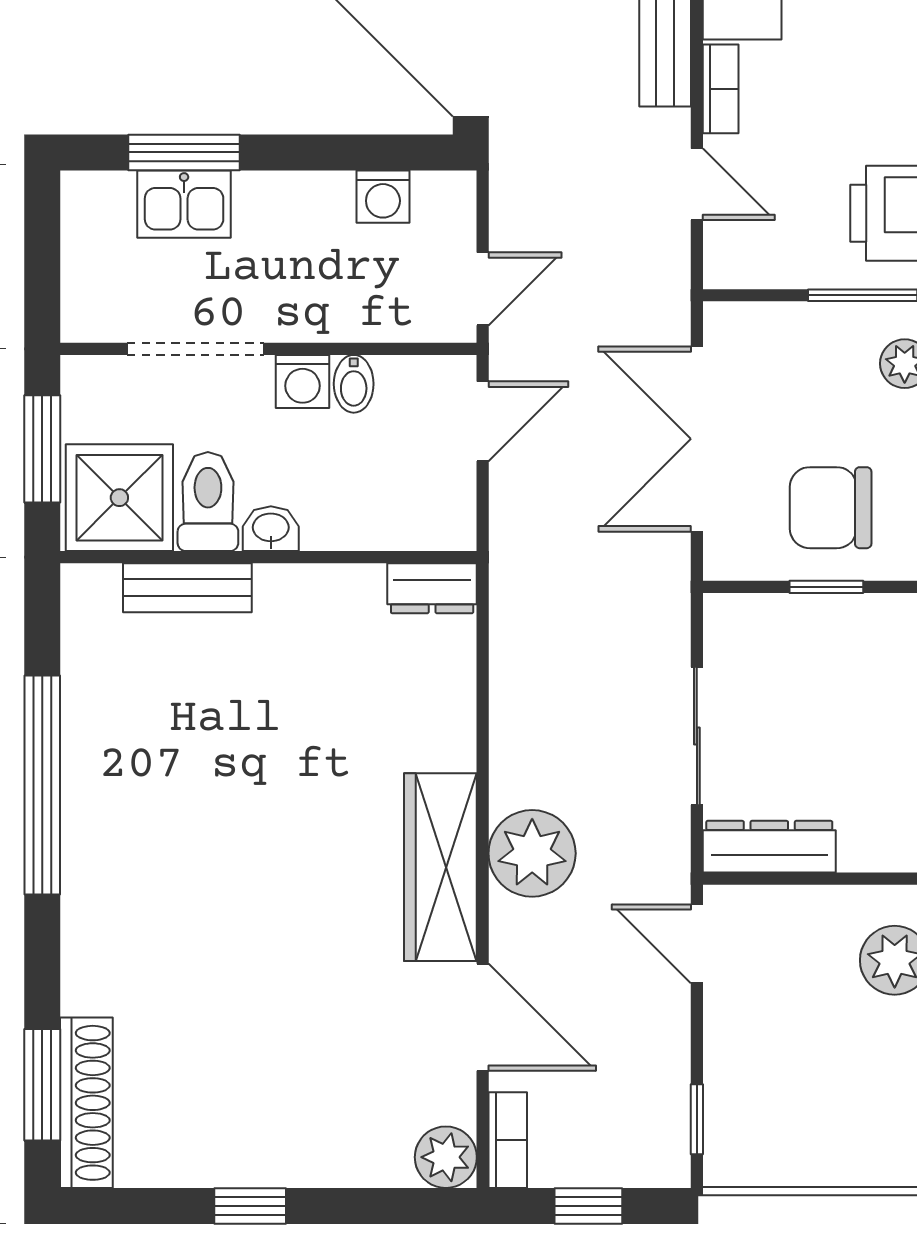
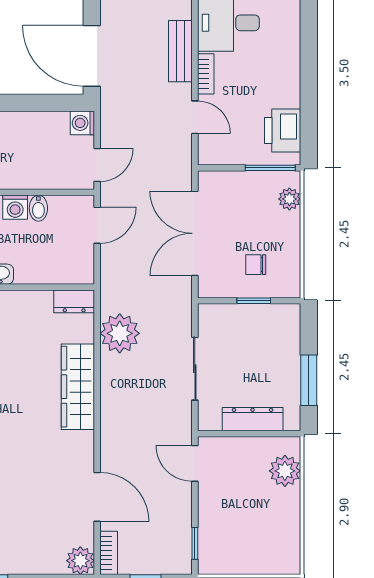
washing machine: (383, 197) -> (82, 123), moved, turned 90
chair: (831, 508) -> (256, 265), width x0.54, depth x0.54
dresser: (769, 847) -> (253, 419), moved
plant: (532, 853) -> (120, 333), moved
wardrobe: (440, 867) -> (78, 387), moved

